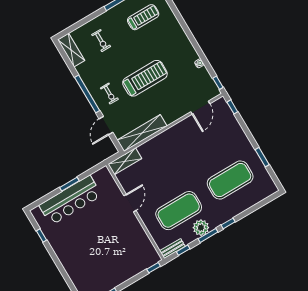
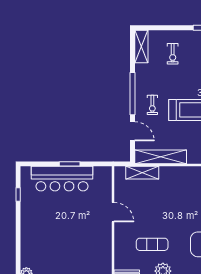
door: (106, 126) -> (132, 131), swing flipped
shelving: (125, 161) -> (142, 173), moved
door: (130, 203) -> (113, 212), hinge flipped
exercise mat: (179, 211) -> (152, 244), width x0.50, depth x0.69

